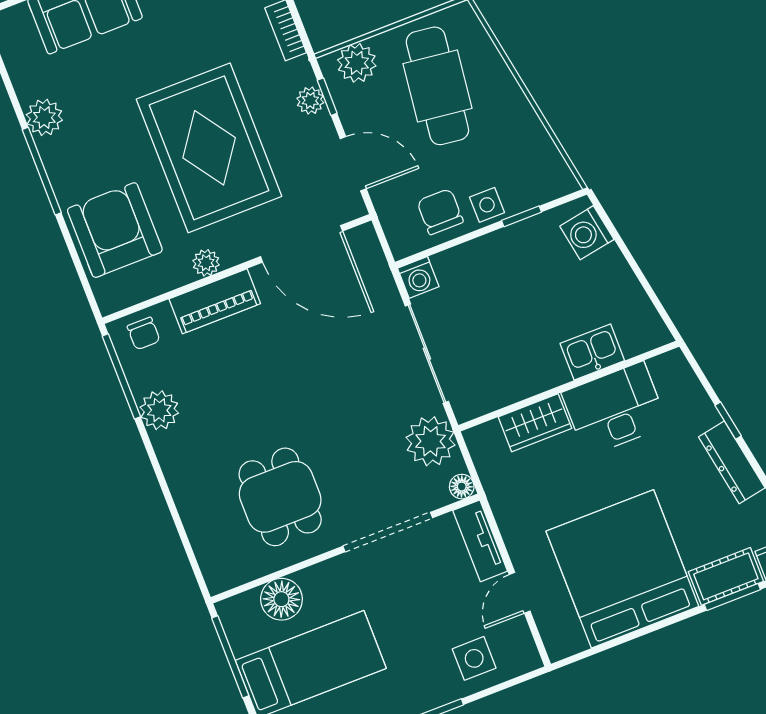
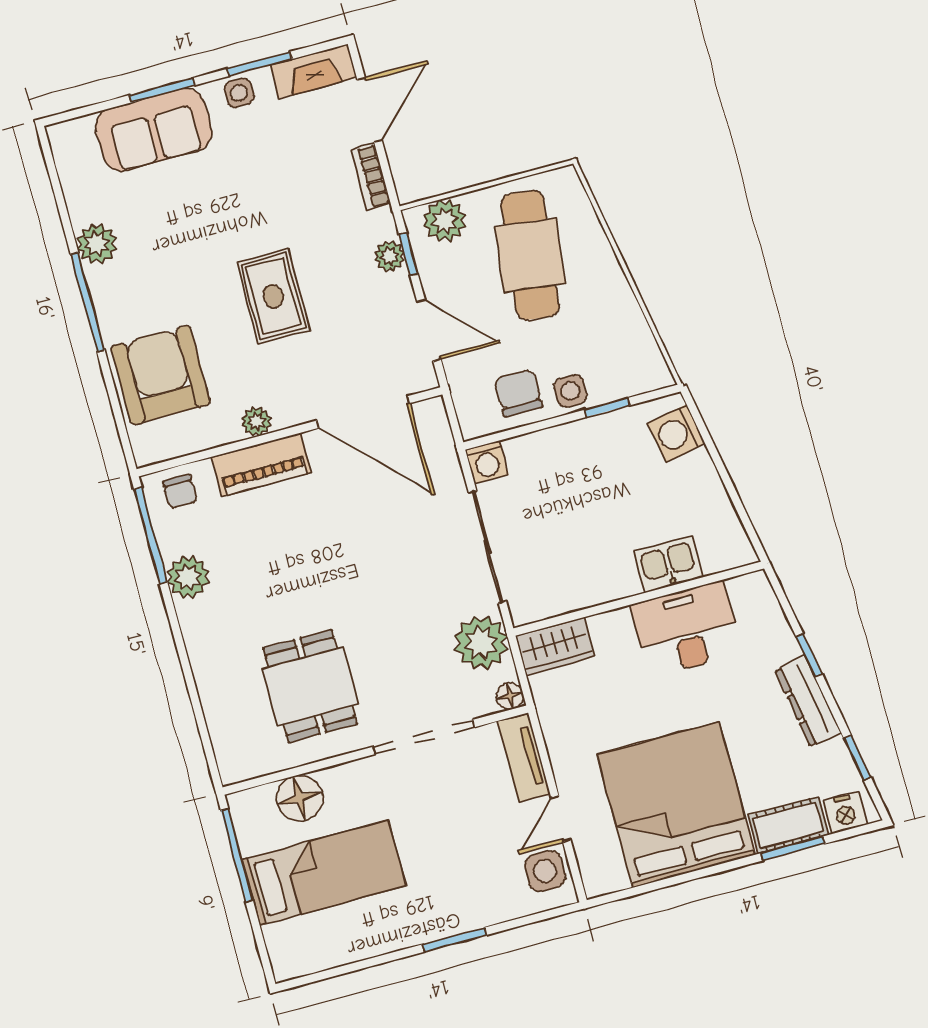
rug: (209, 148) -> (273, 296), width x0.54, depth x0.49
wardrobe: (535, 423) -> (555, 646), moved
side table: (474, 658) -> (545, 871), moved

